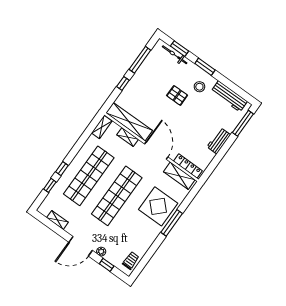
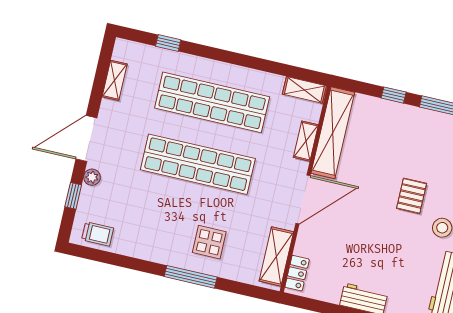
locker: (188, 166) -> (297, 273), width x0.66
window: (62, 169) -> (205, 52), removed
display table: (158, 206) -> (209, 242), width x0.54, depth x0.54
door: (81, 246) -> (86, 139), hinge flipped

